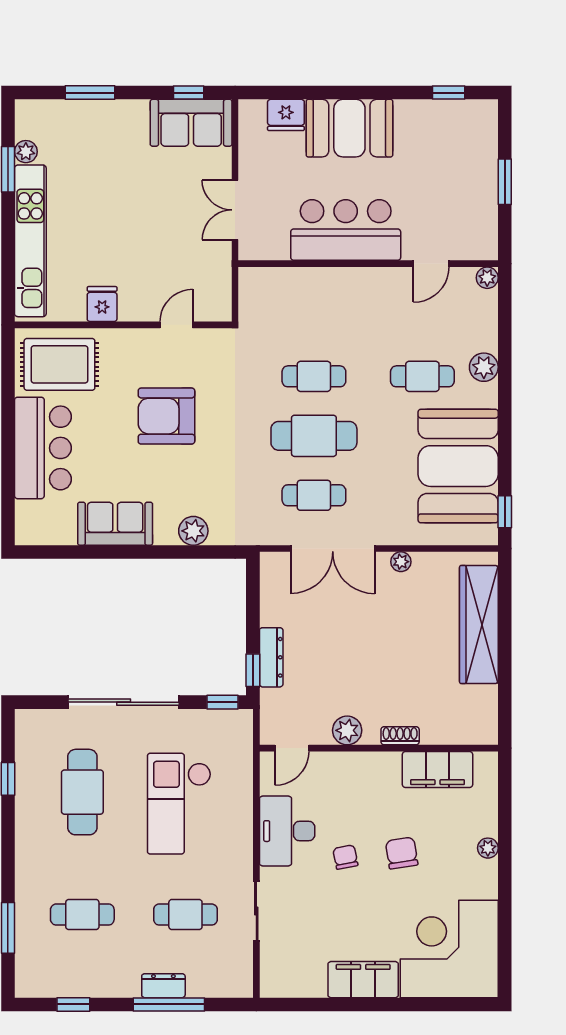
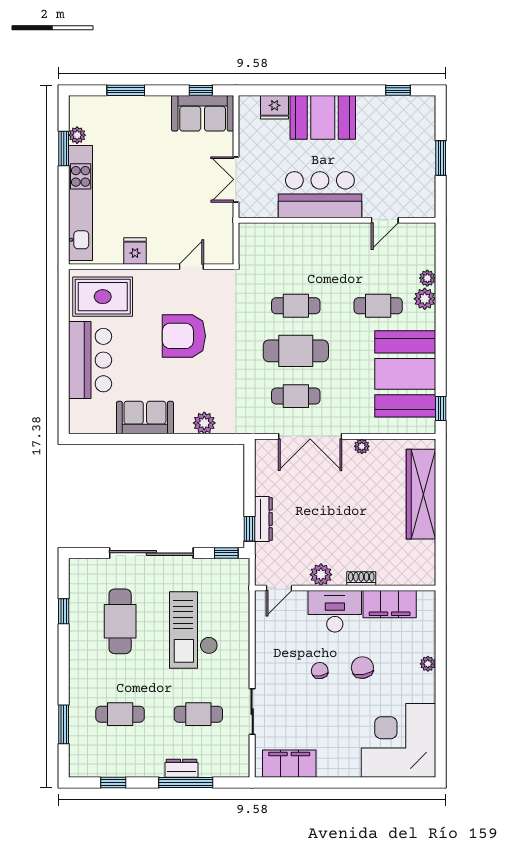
plant: (487, 278) -> (427, 278), moved
desk: (287, 831) -> (335, 611), moved, turned 90
filing cabinet: (363, 980) -> (289, 764), moved

